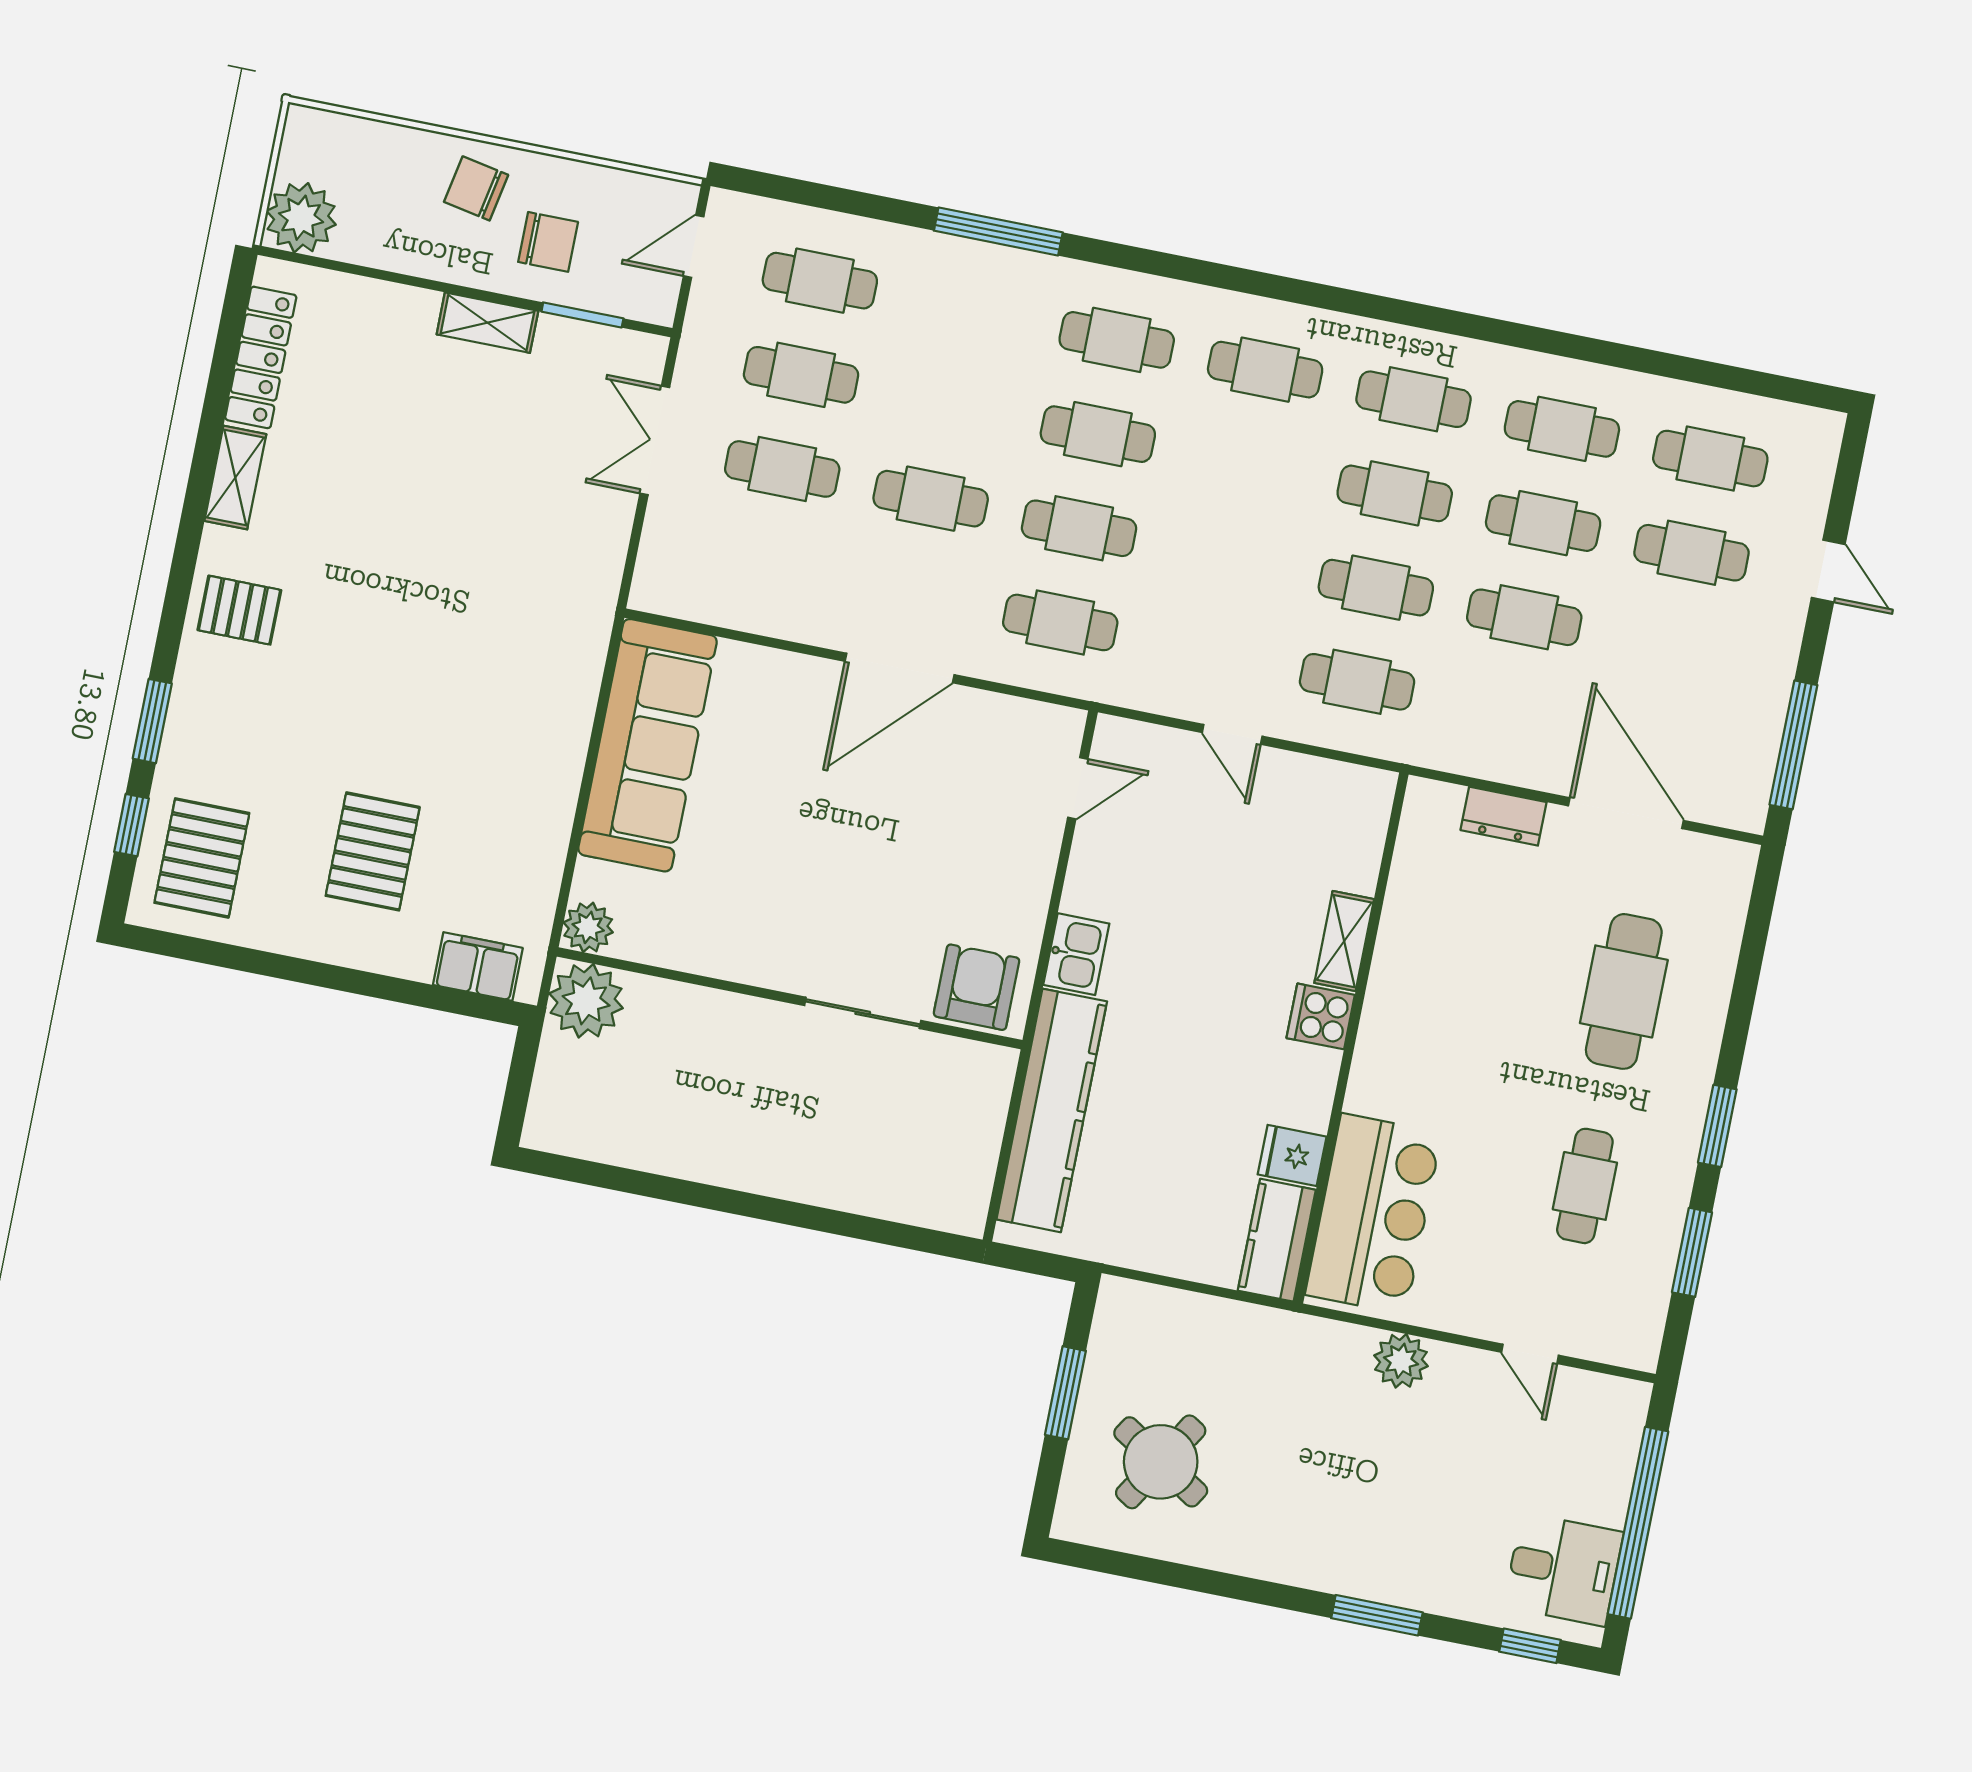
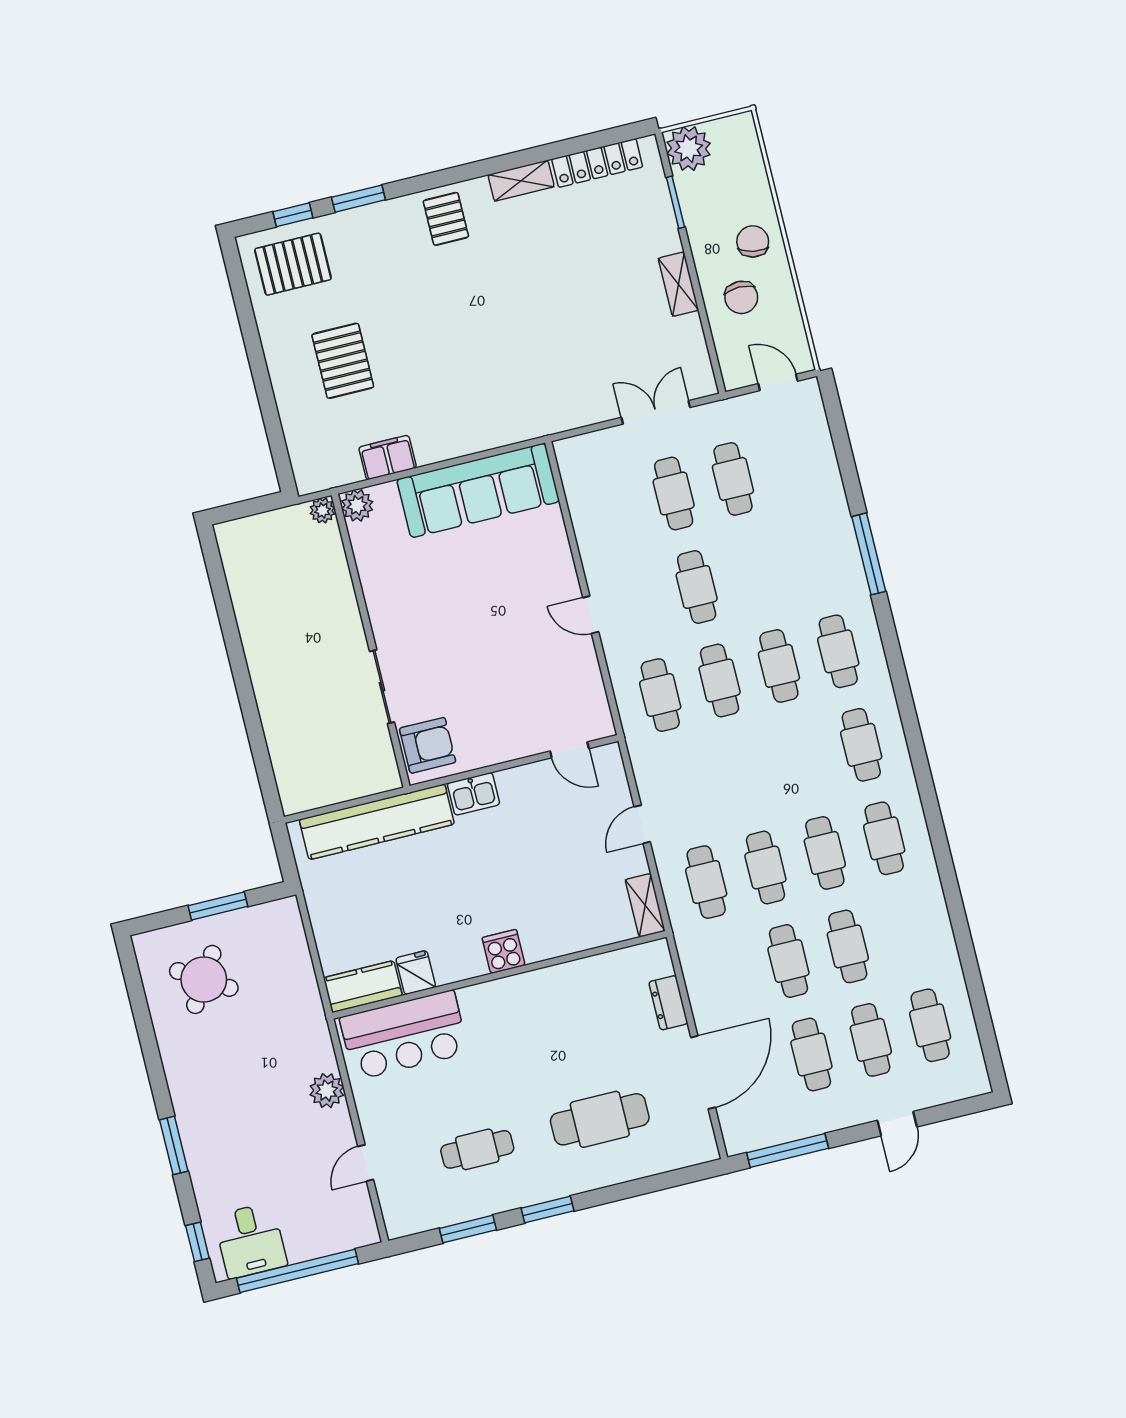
cafe table: (820, 281) -> (792, 464), removed
window: (582, 315) -> (675, 202), moved
cafe table: (1562, 429) -> (811, 1054), moved
door: (900, 668) -> (591, 615), width x0.53
pallet: (373, 851) -> (343, 361), turned 90
shelving: (1344, 941) -> (645, 905), moved, turned 90
filing cabinet: (478, 966) -> (388, 457), moved, turned -90
plant: (586, 1001) -> (322, 510), width x0.53, depth x0.53

